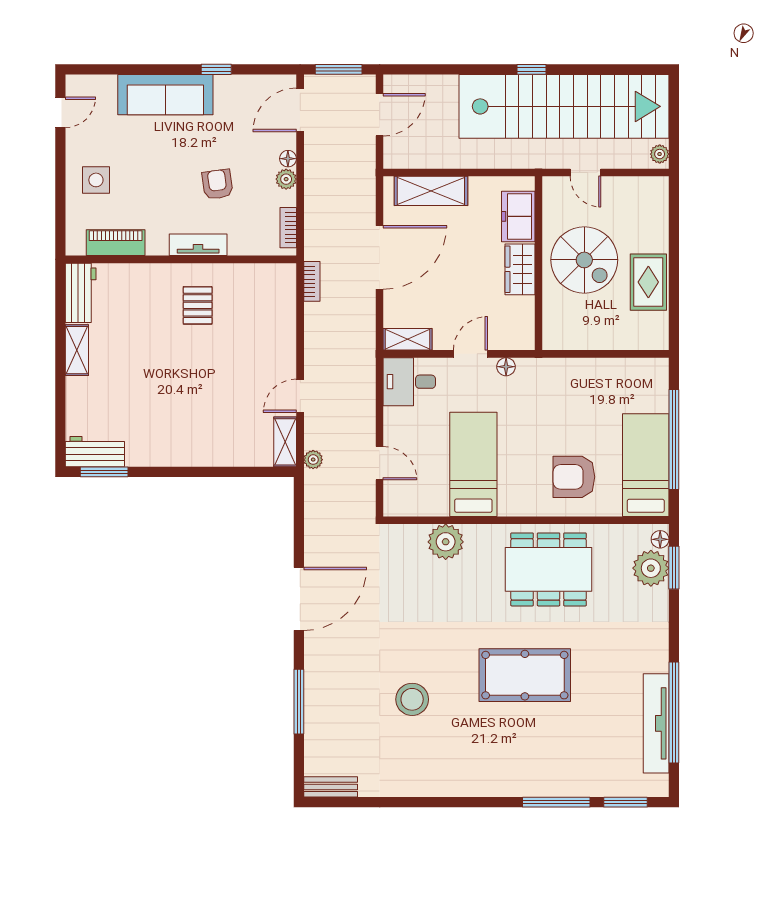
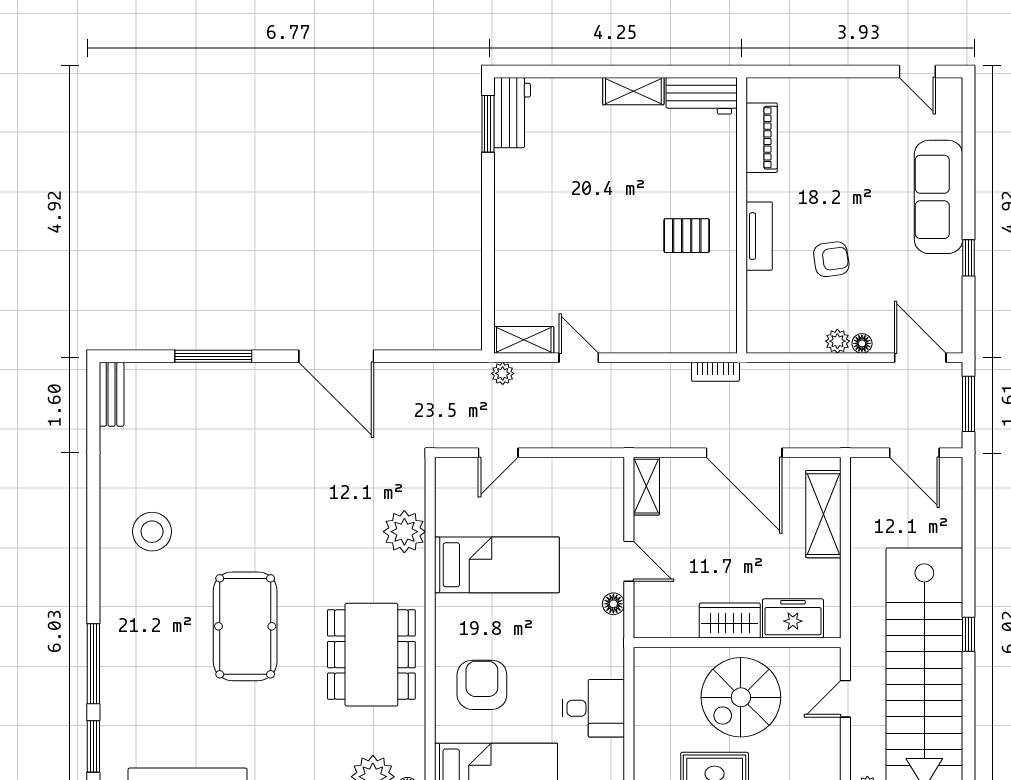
side table: (96, 180) -> (836, 114), removed
bookcase: (288, 228) -> (780, 344), removed
desk: (409, 382) -> (593, 708), moved, turned 90
stool: (412, 699) -> (152, 532), moved

